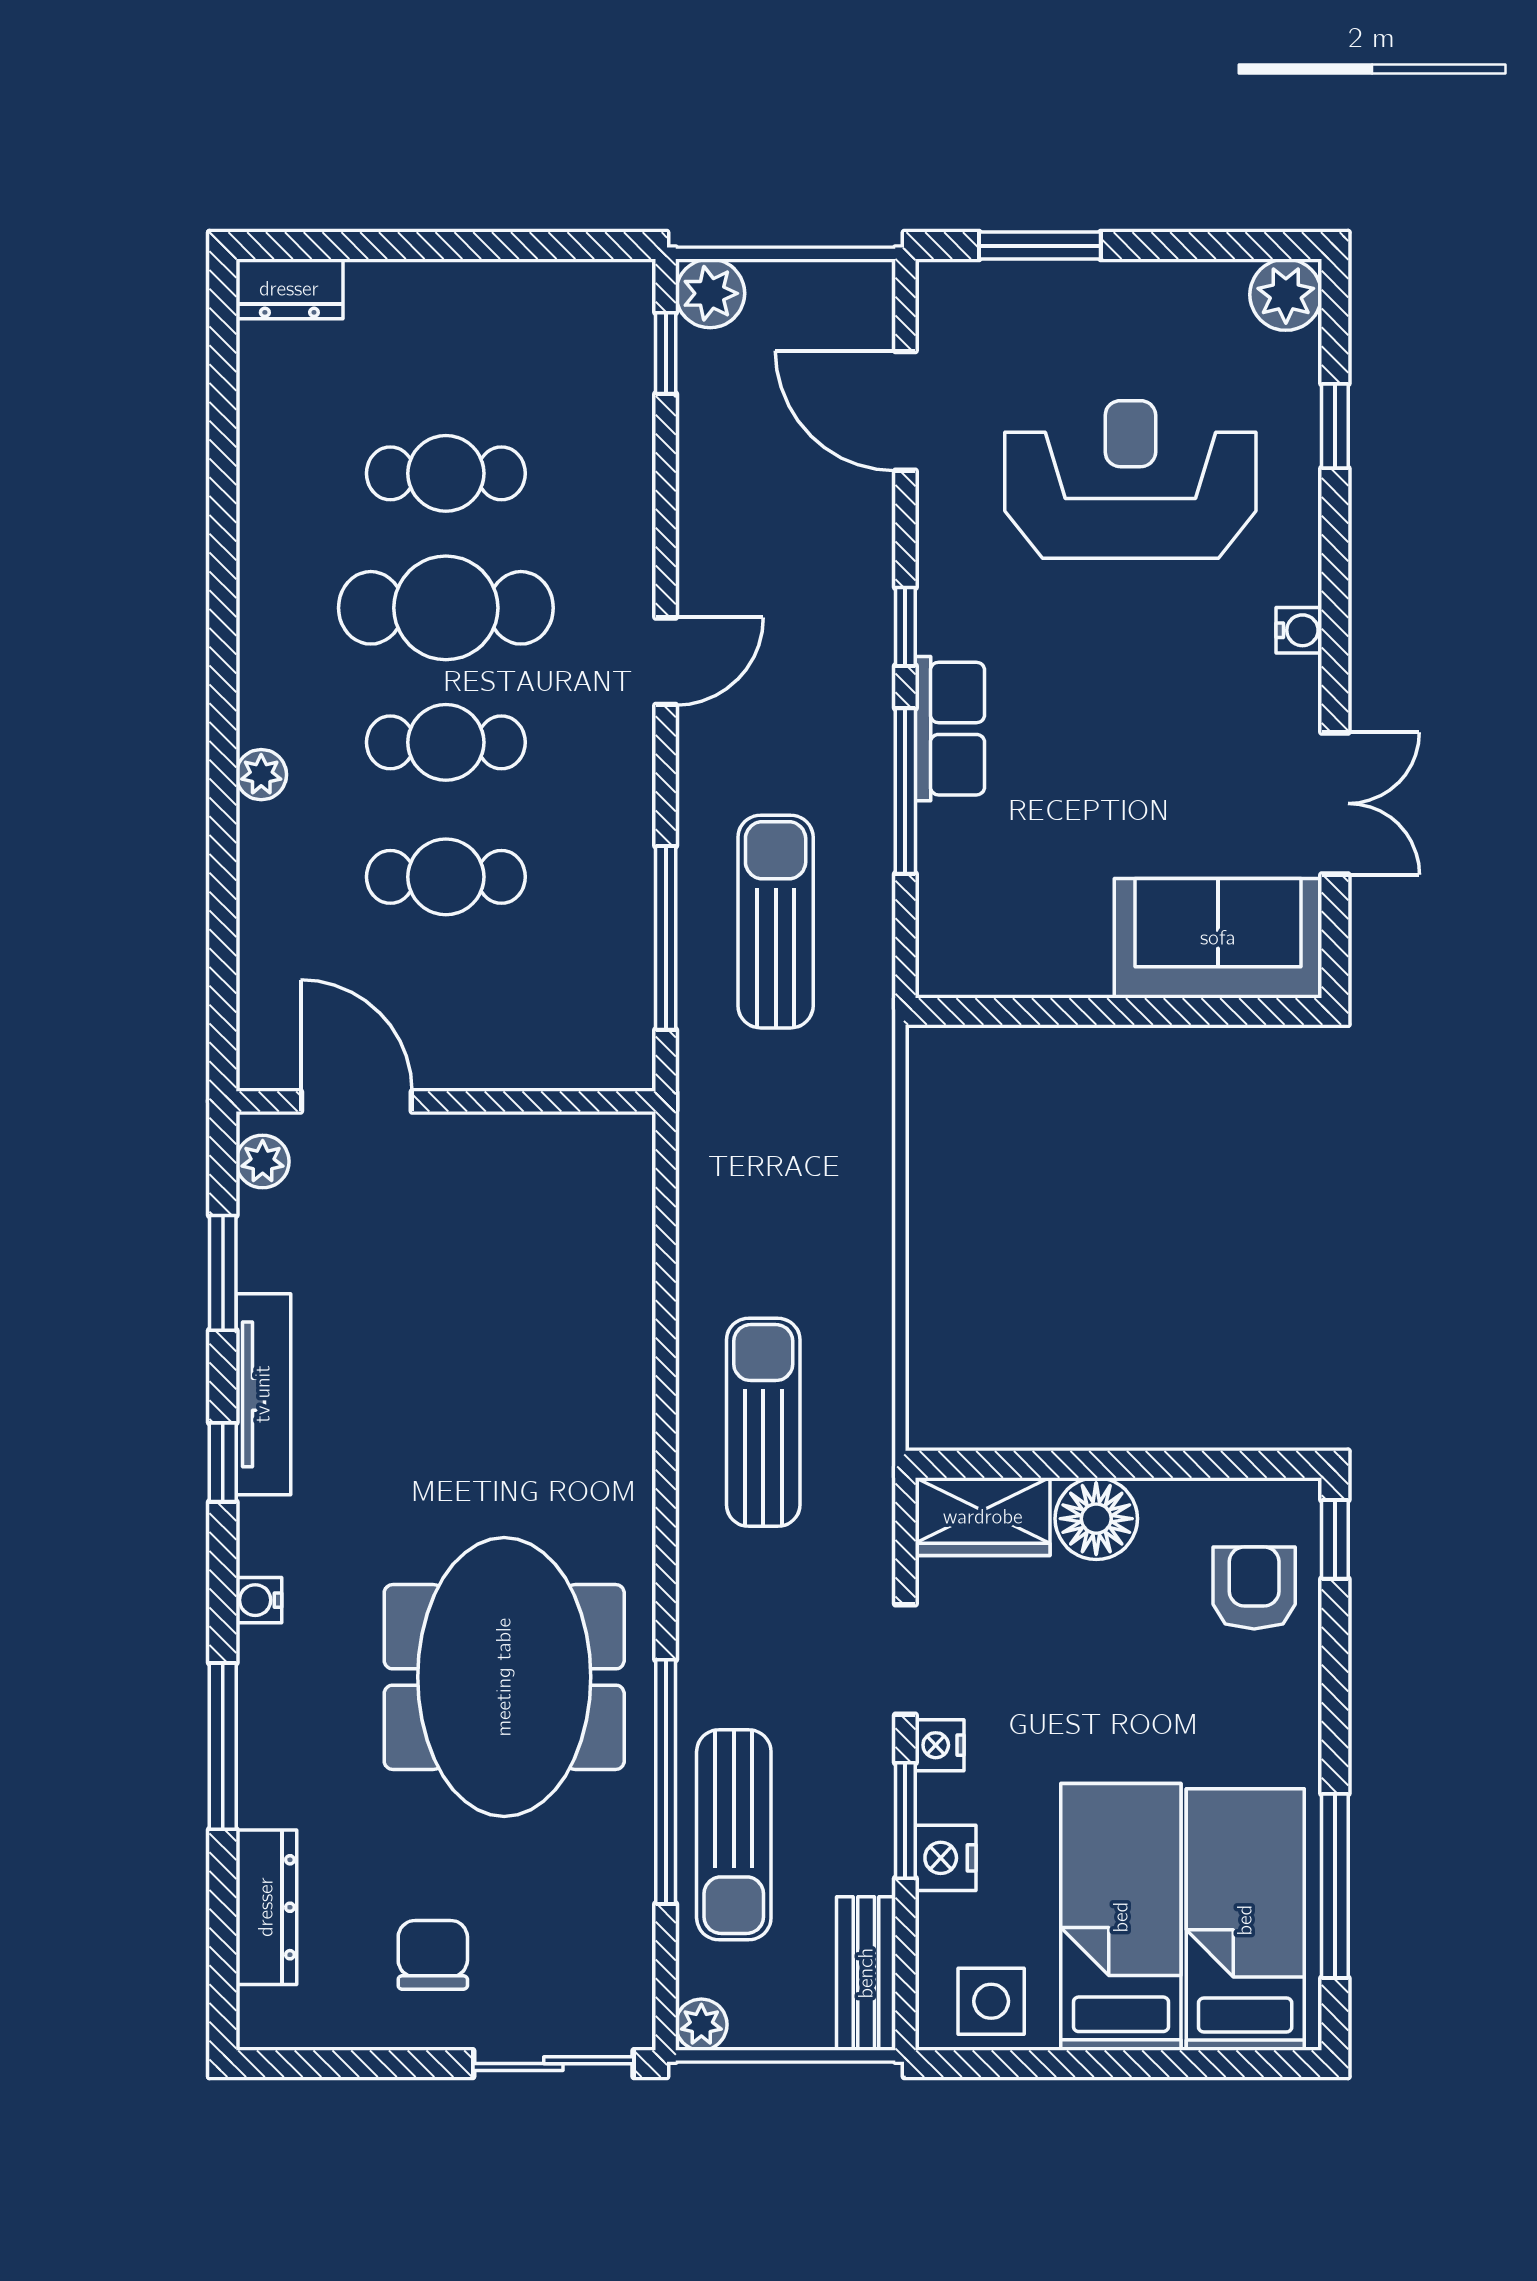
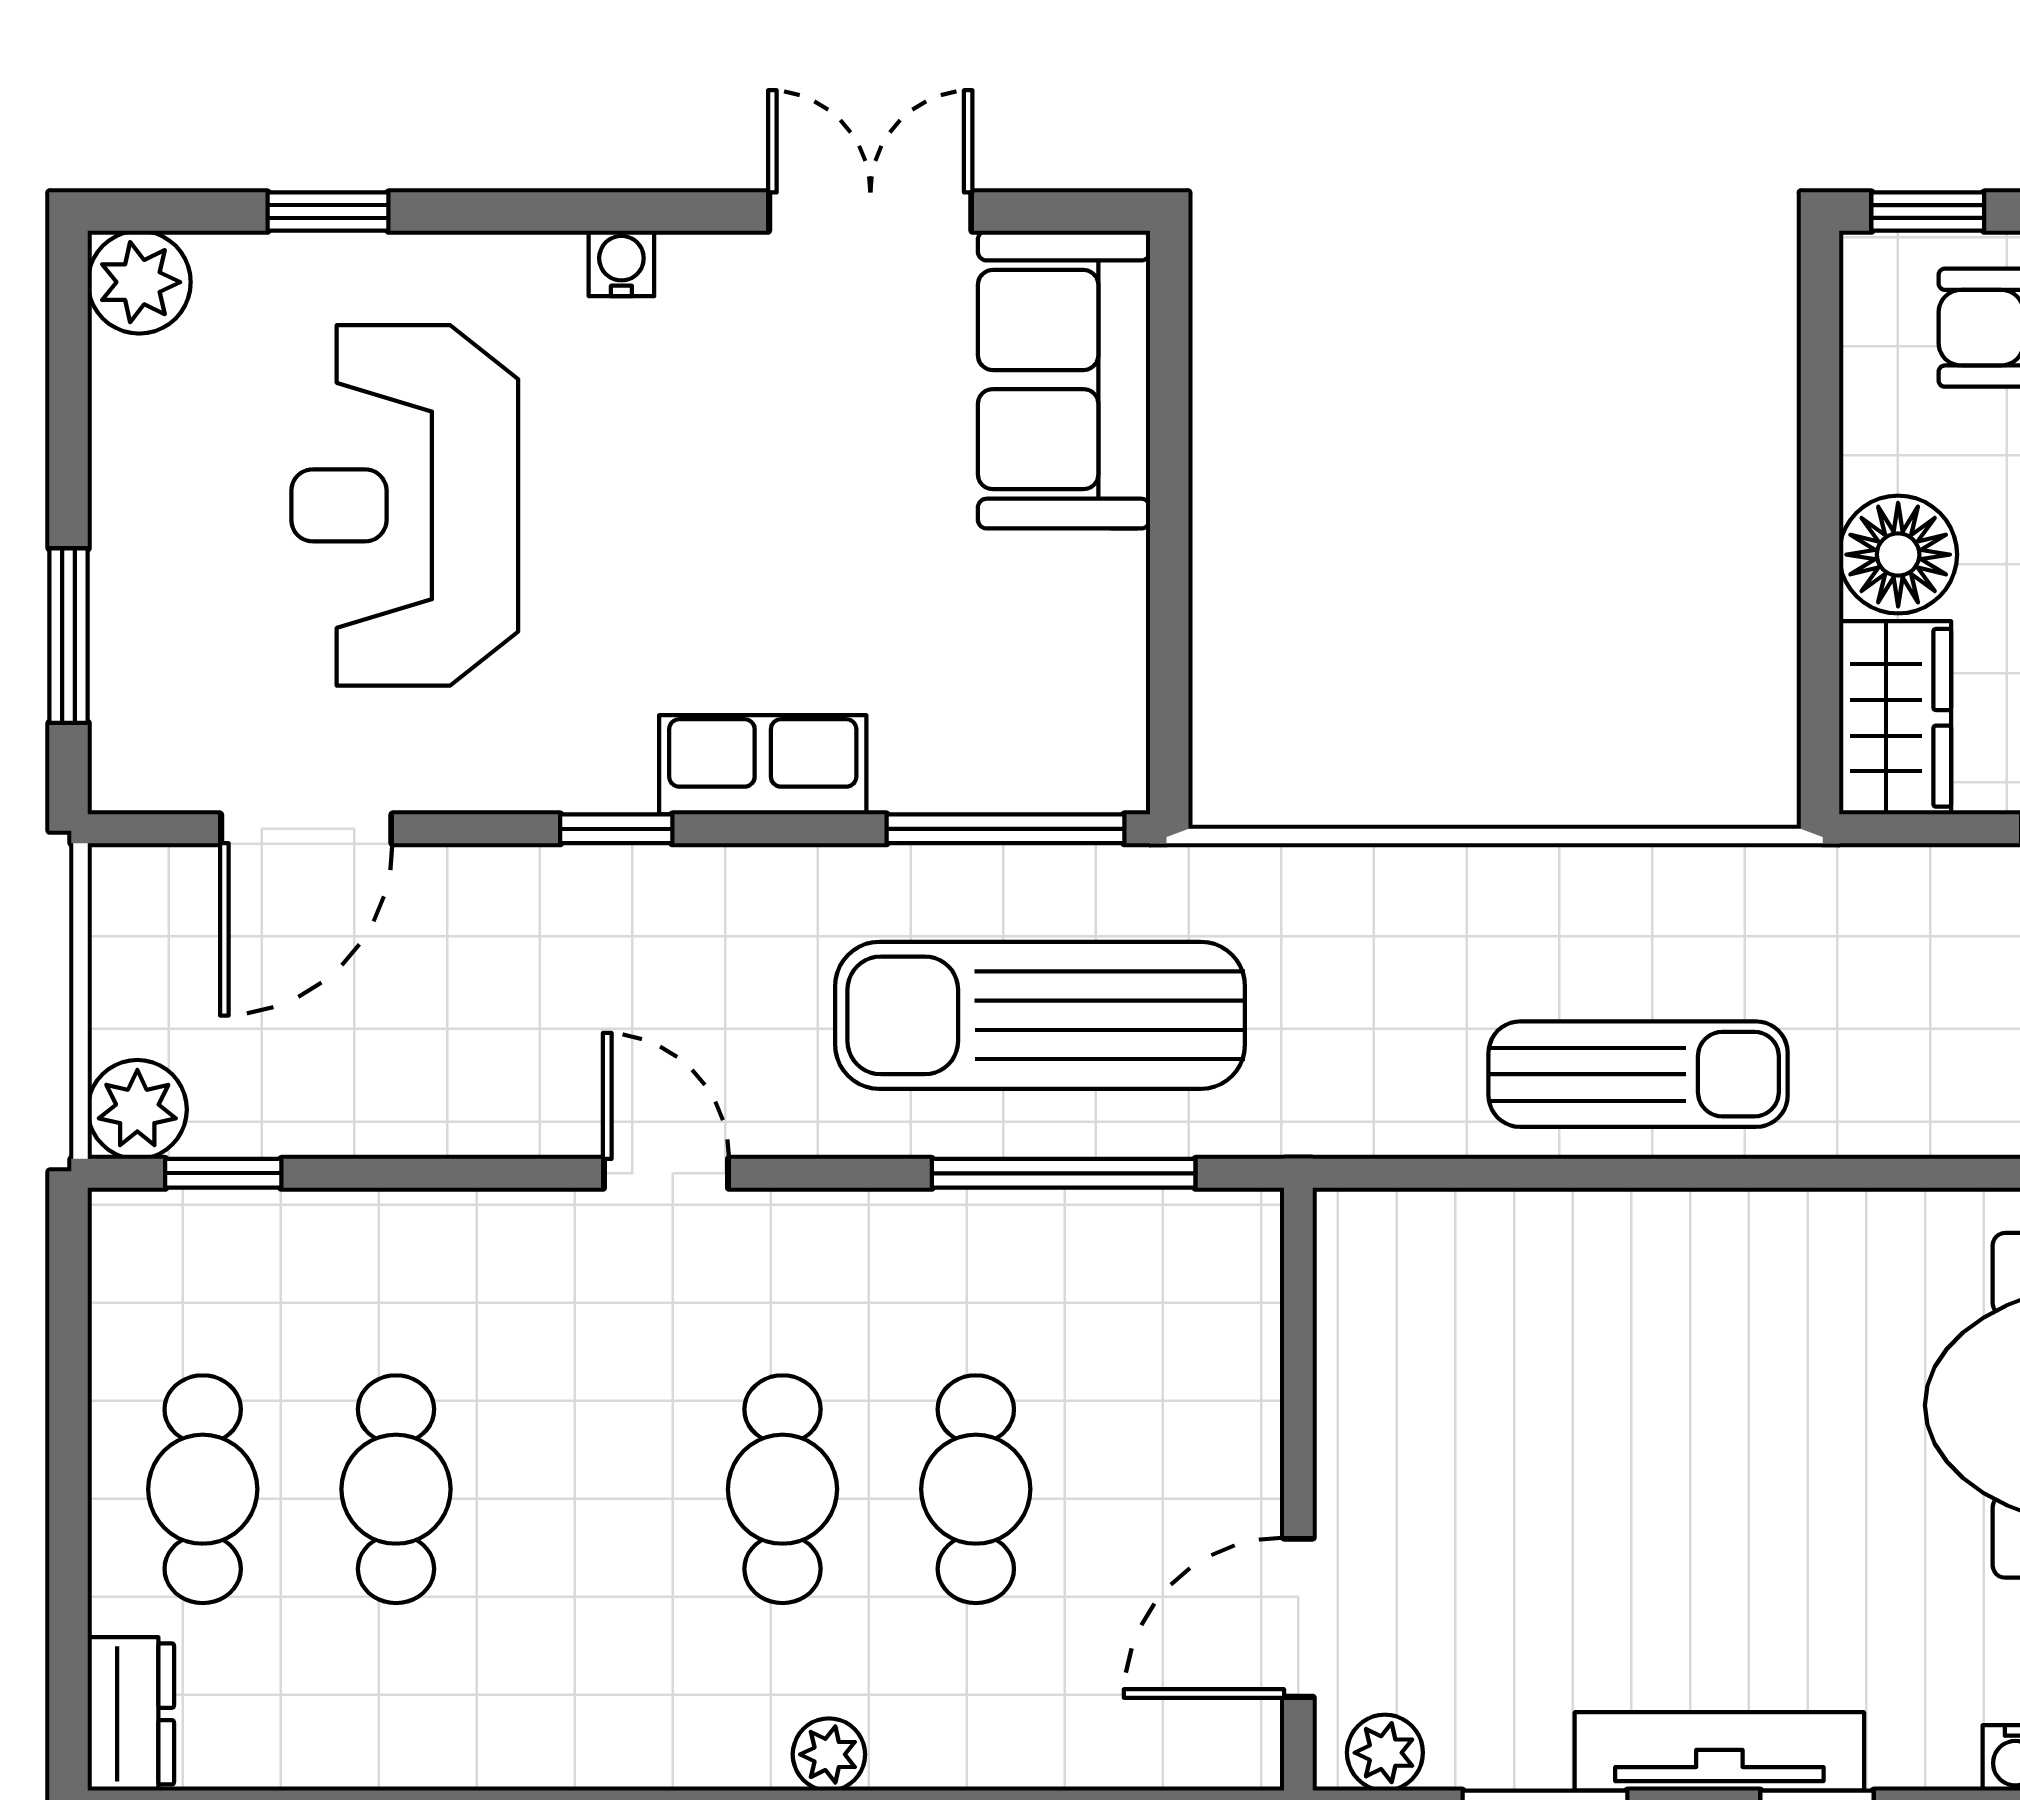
cafe table: (446, 608) -> (203, 1489), moved, width x0.73, depth x0.74
window: (905, 791) -> (1005, 829), moved
sun lounger: (776, 922) -> (1040, 1015), width x1.36, depth x1.34
sun lounger: (763, 1422) -> (1638, 1074), moved, turned 180

